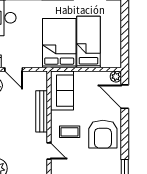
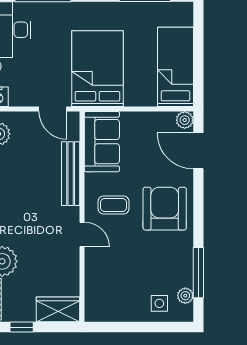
bed: (88, 42) -> (175, 67), moved
door: (14, 69) -> (53, 109), moved
armchair: (103, 134) -> (165, 209), turned 180

